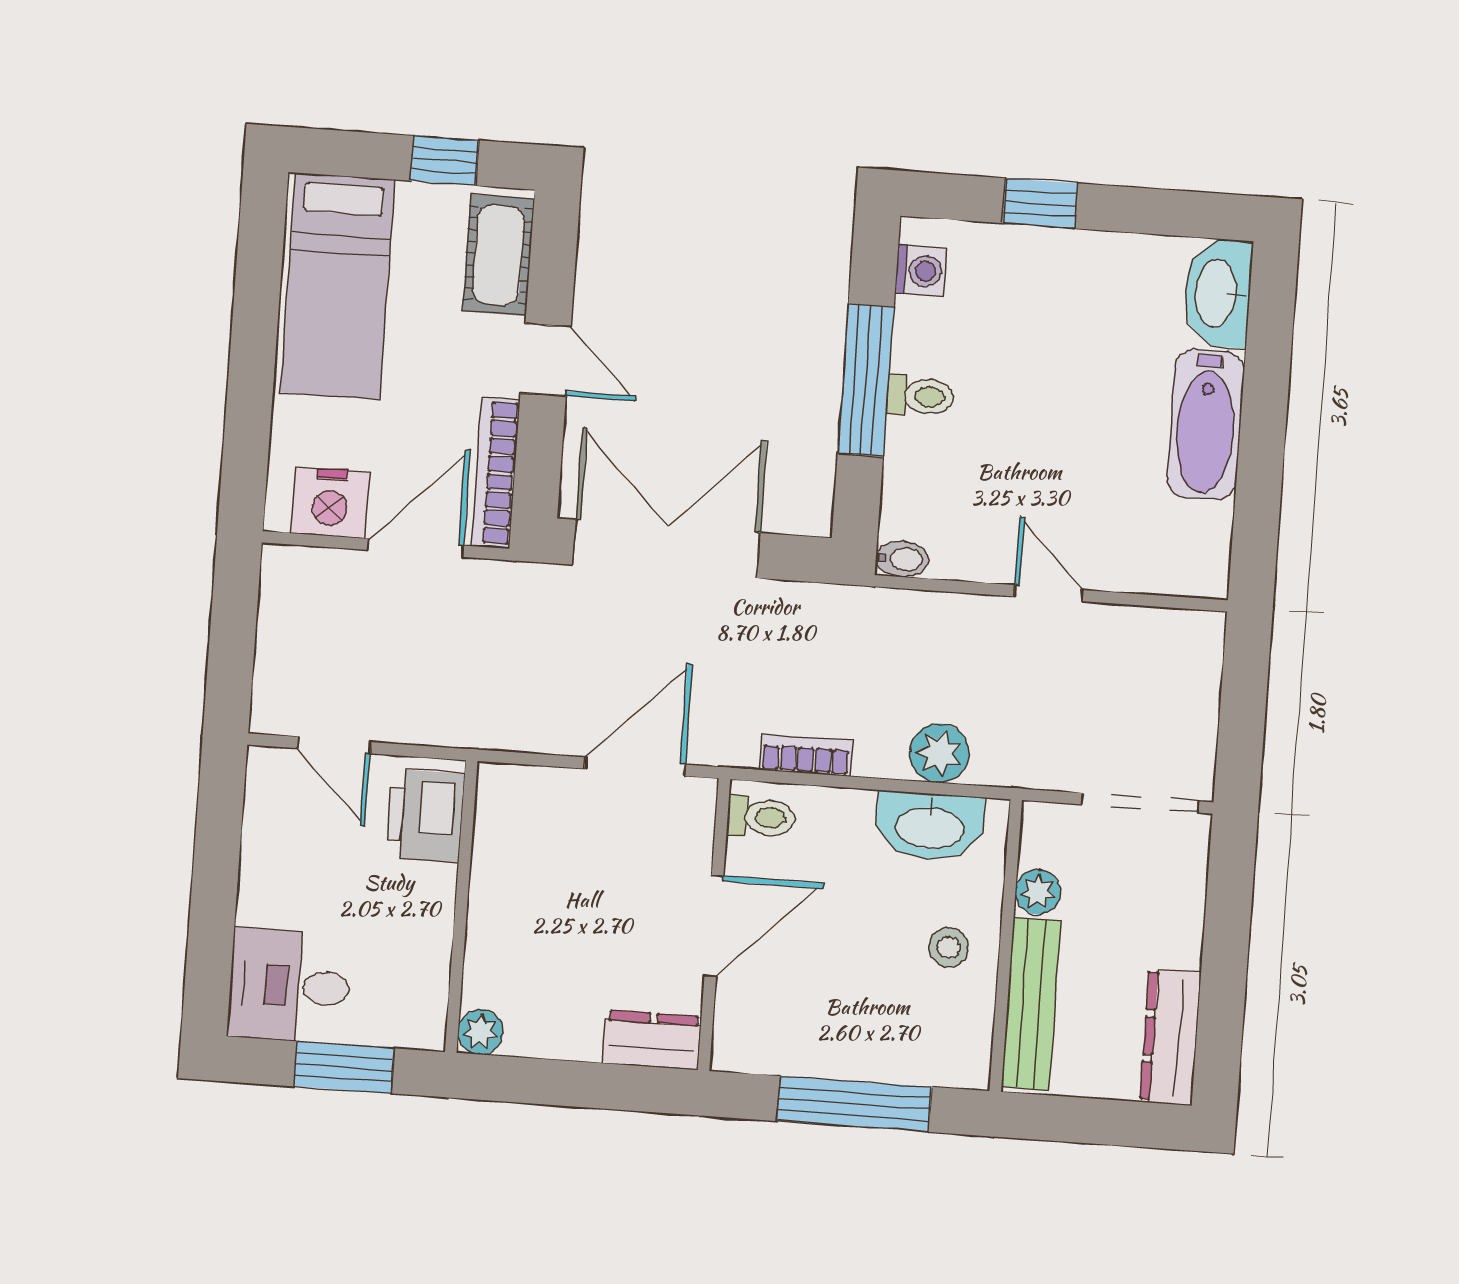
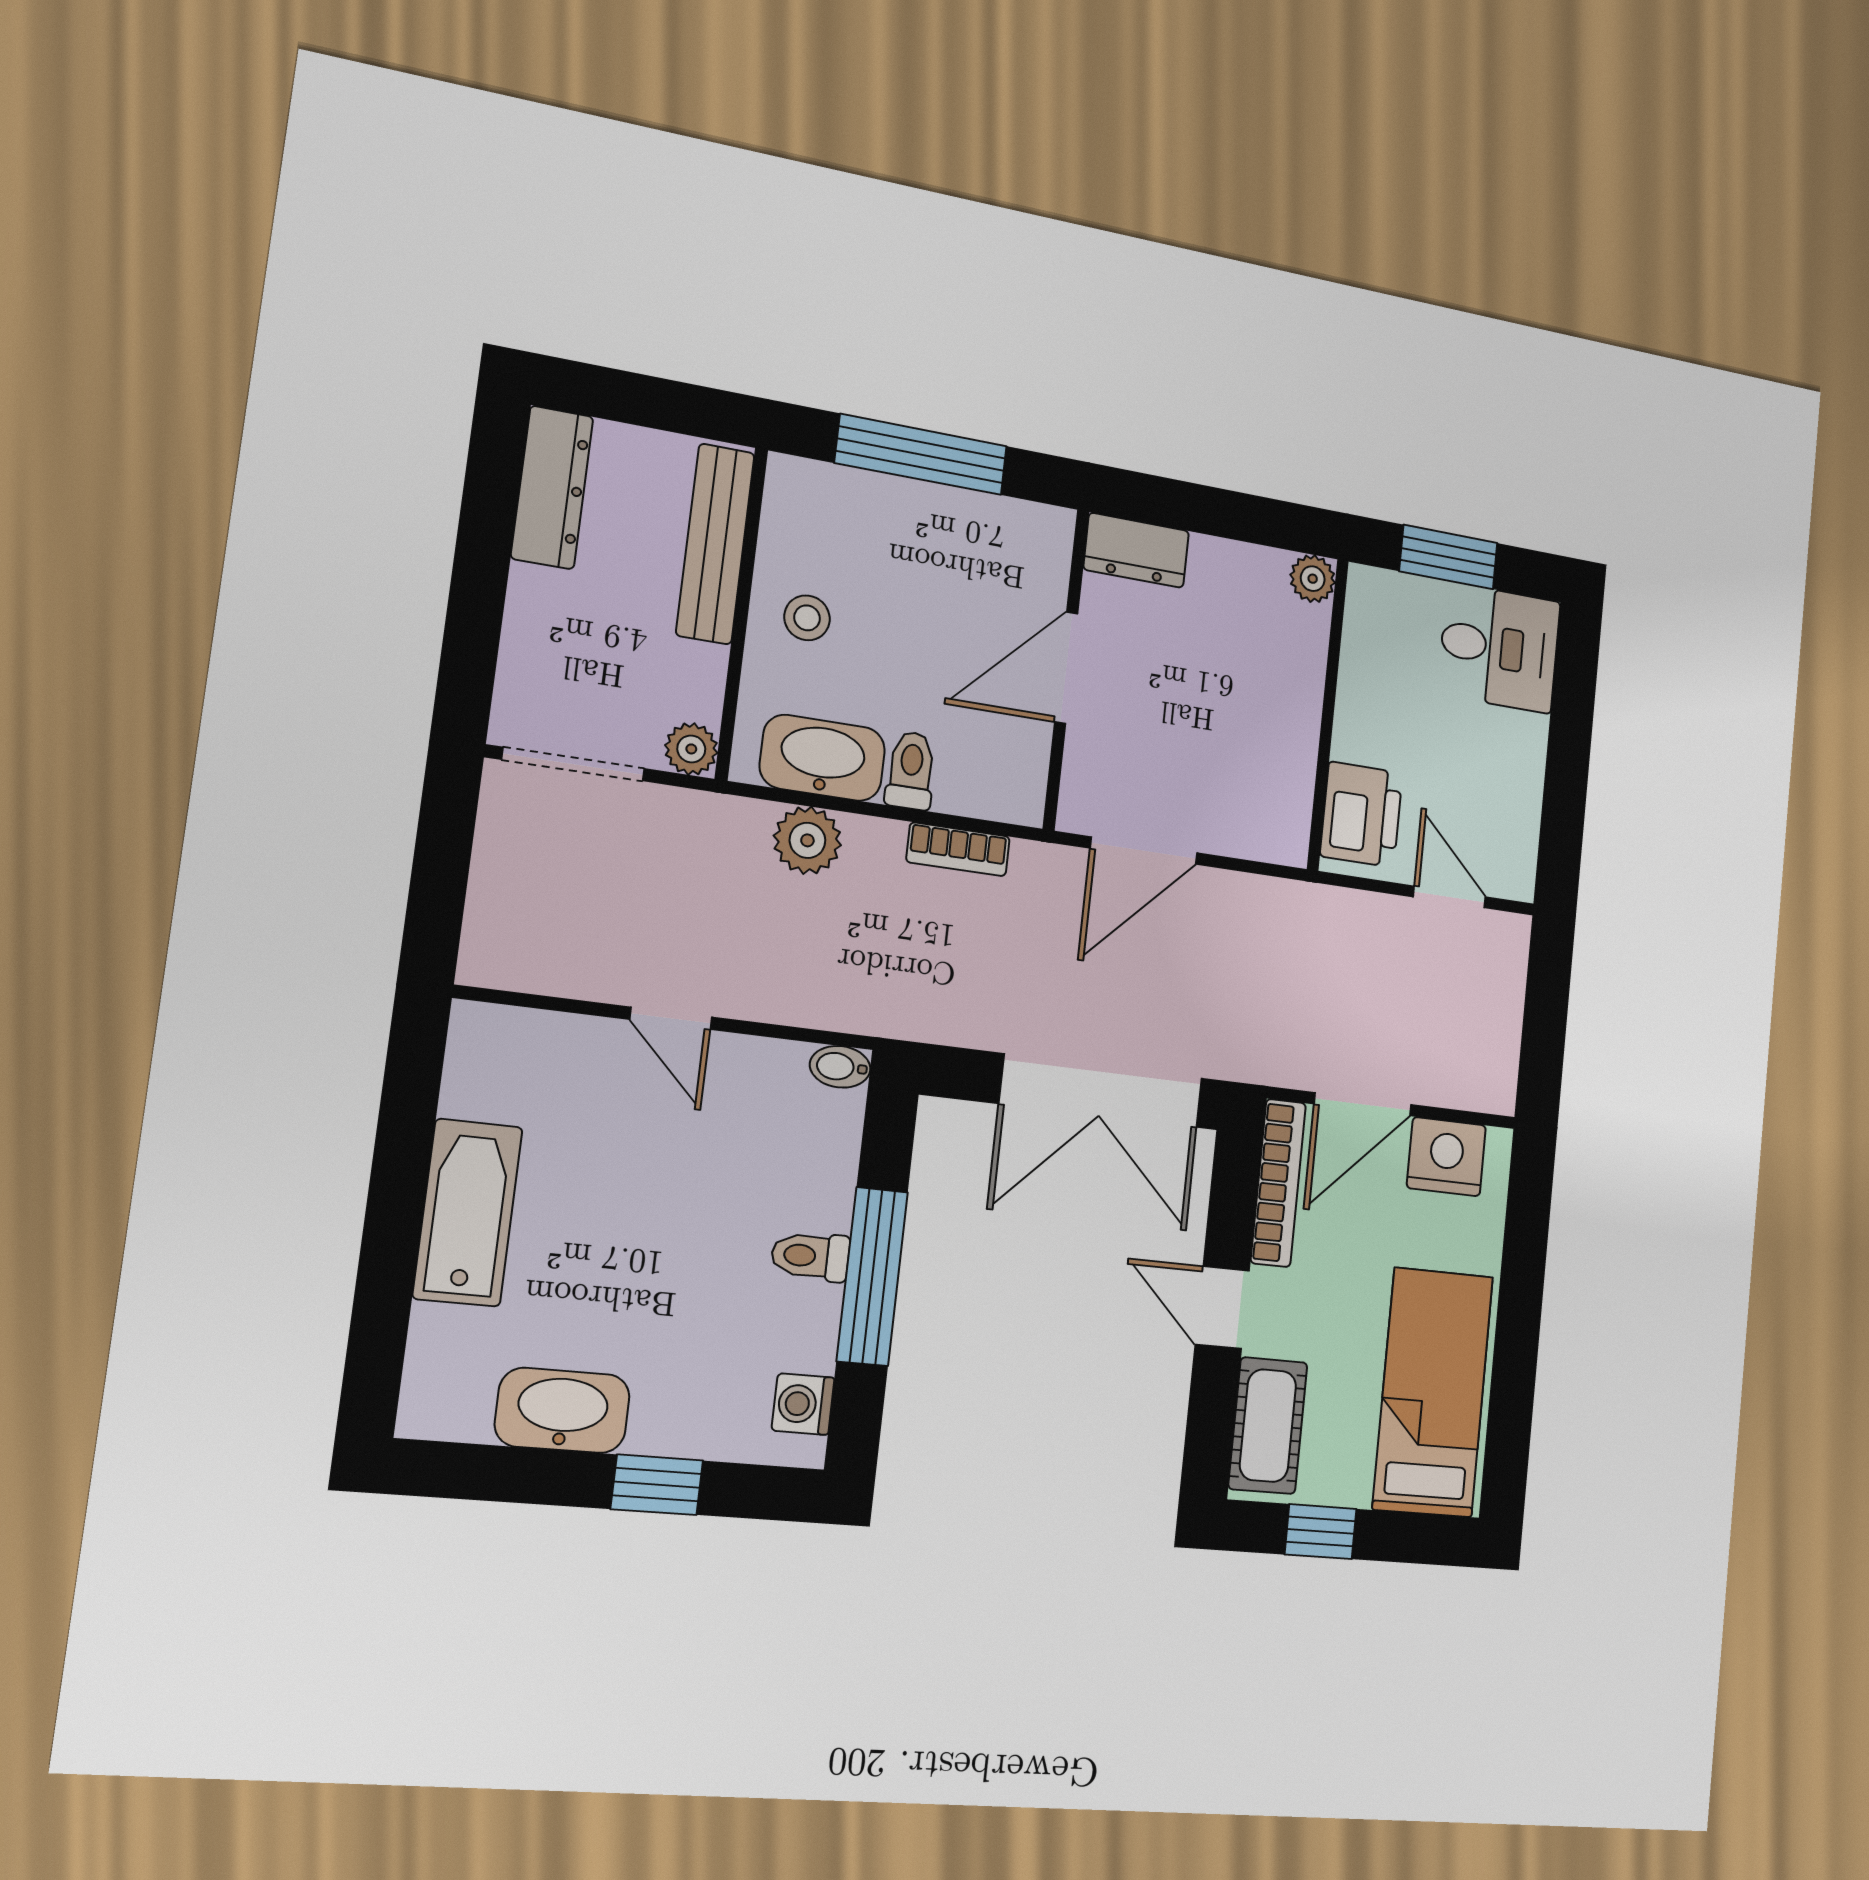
washbasin: (1218, 293) -> (562, 1410), moved, turned -90
toilet: (761, 817) -> (911, 770), moved, turned 90
plant: (1038, 892) -> (691, 749), moved

